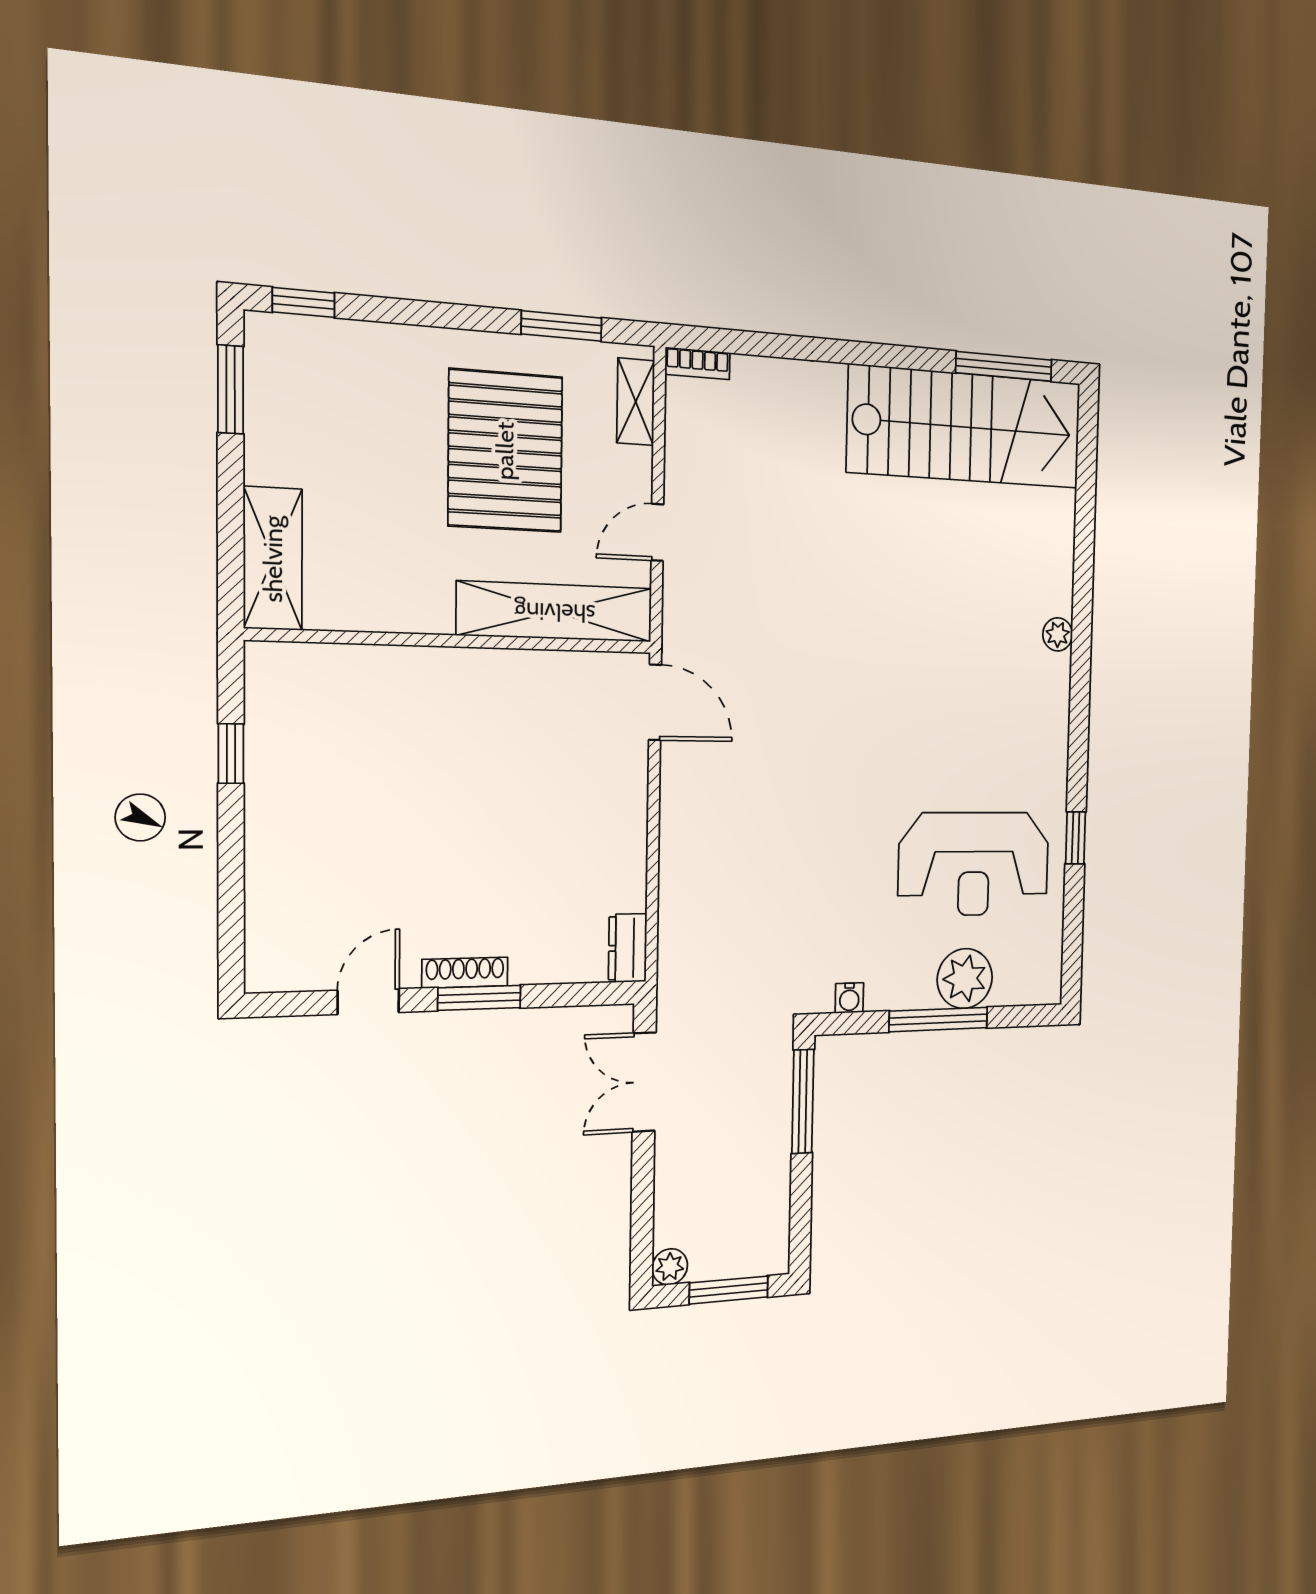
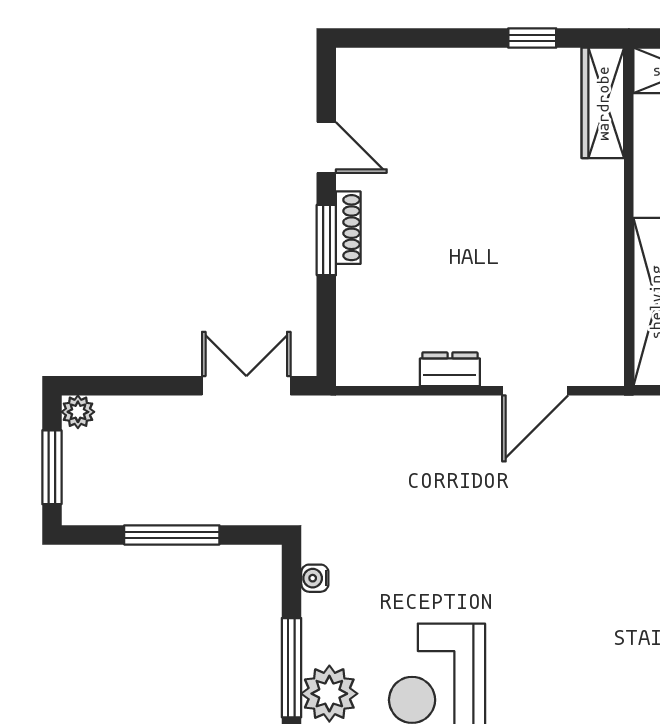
wardrobe: (314, 668) -> (603, 103), added
door: (655, 702) -> (535, 391), moved
dresser: (628, 948) -> (450, 369), moved
window: (803, 1102) -> (172, 535), moved

